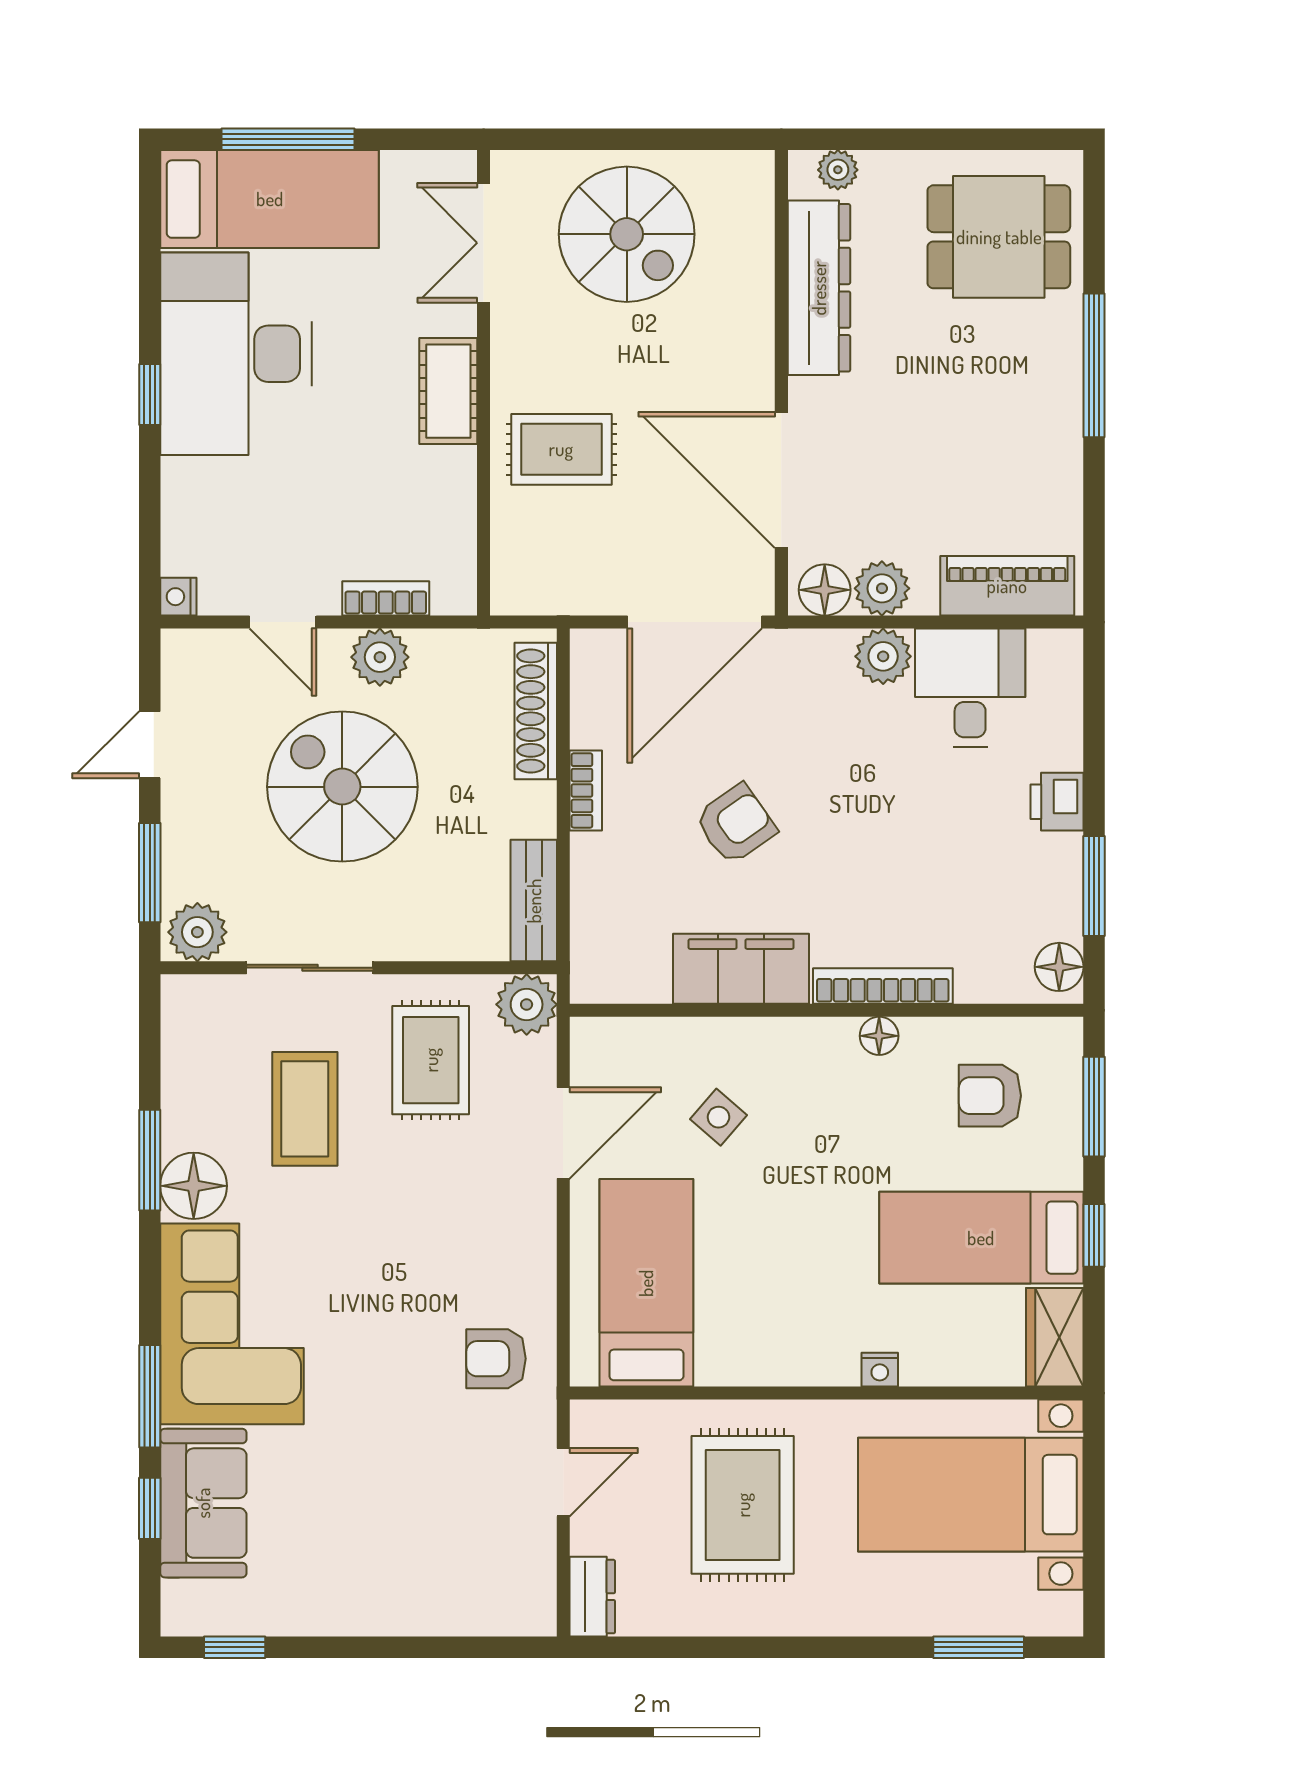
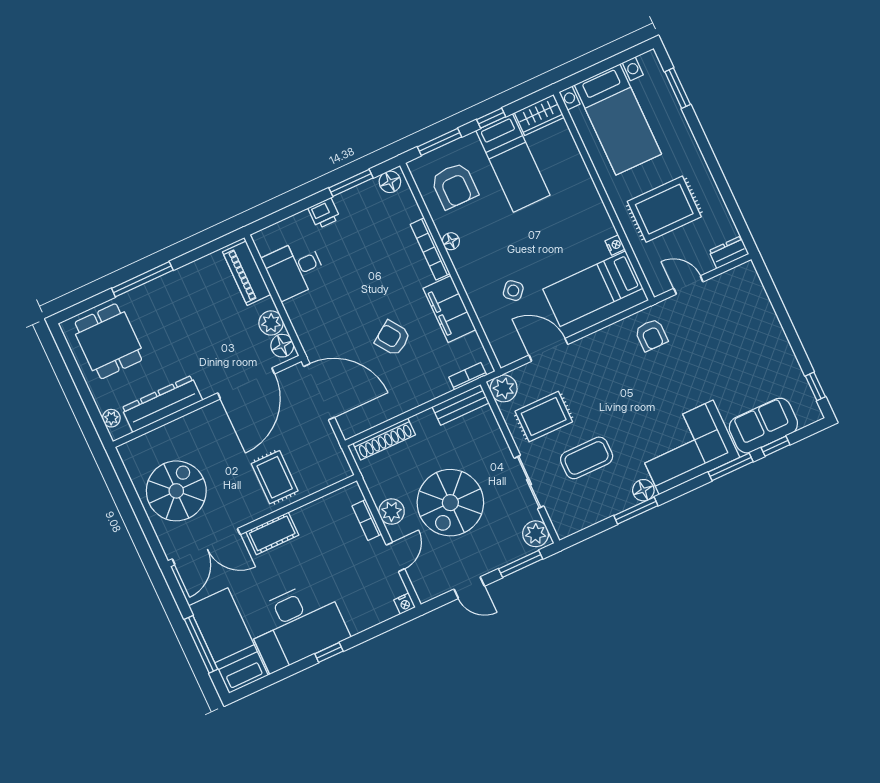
double door: (484, 243) -> (206, 547), width x1.37
plant: (883, 656) -> (298, 310), removed
bookcase: (586, 790) -> (468, 376), moved
armchair: (990, 1096) -> (454, 186), width x1.38, depth x1.38
floor lamp: (194, 1186) -> (643, 490), width x0.73, depth x0.73
nightstand: (880, 1370) -> (615, 245), moved

